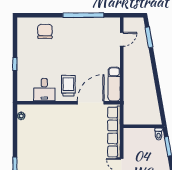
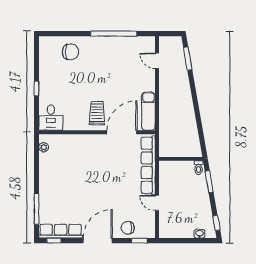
chair: (45, 31) -> (70, 52), turned 90
door: (122, 39) -> (157, 61), swing flipped
desk: (44, 90) -> (51, 118), moved

